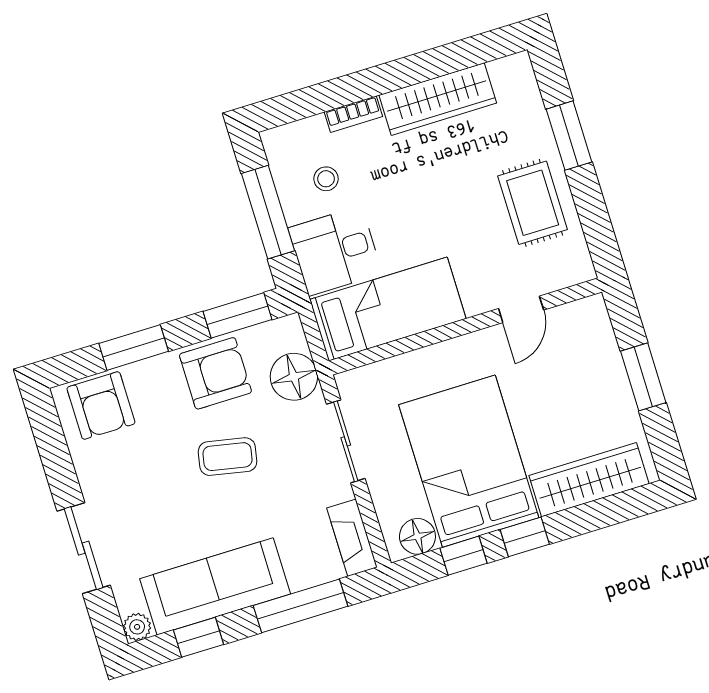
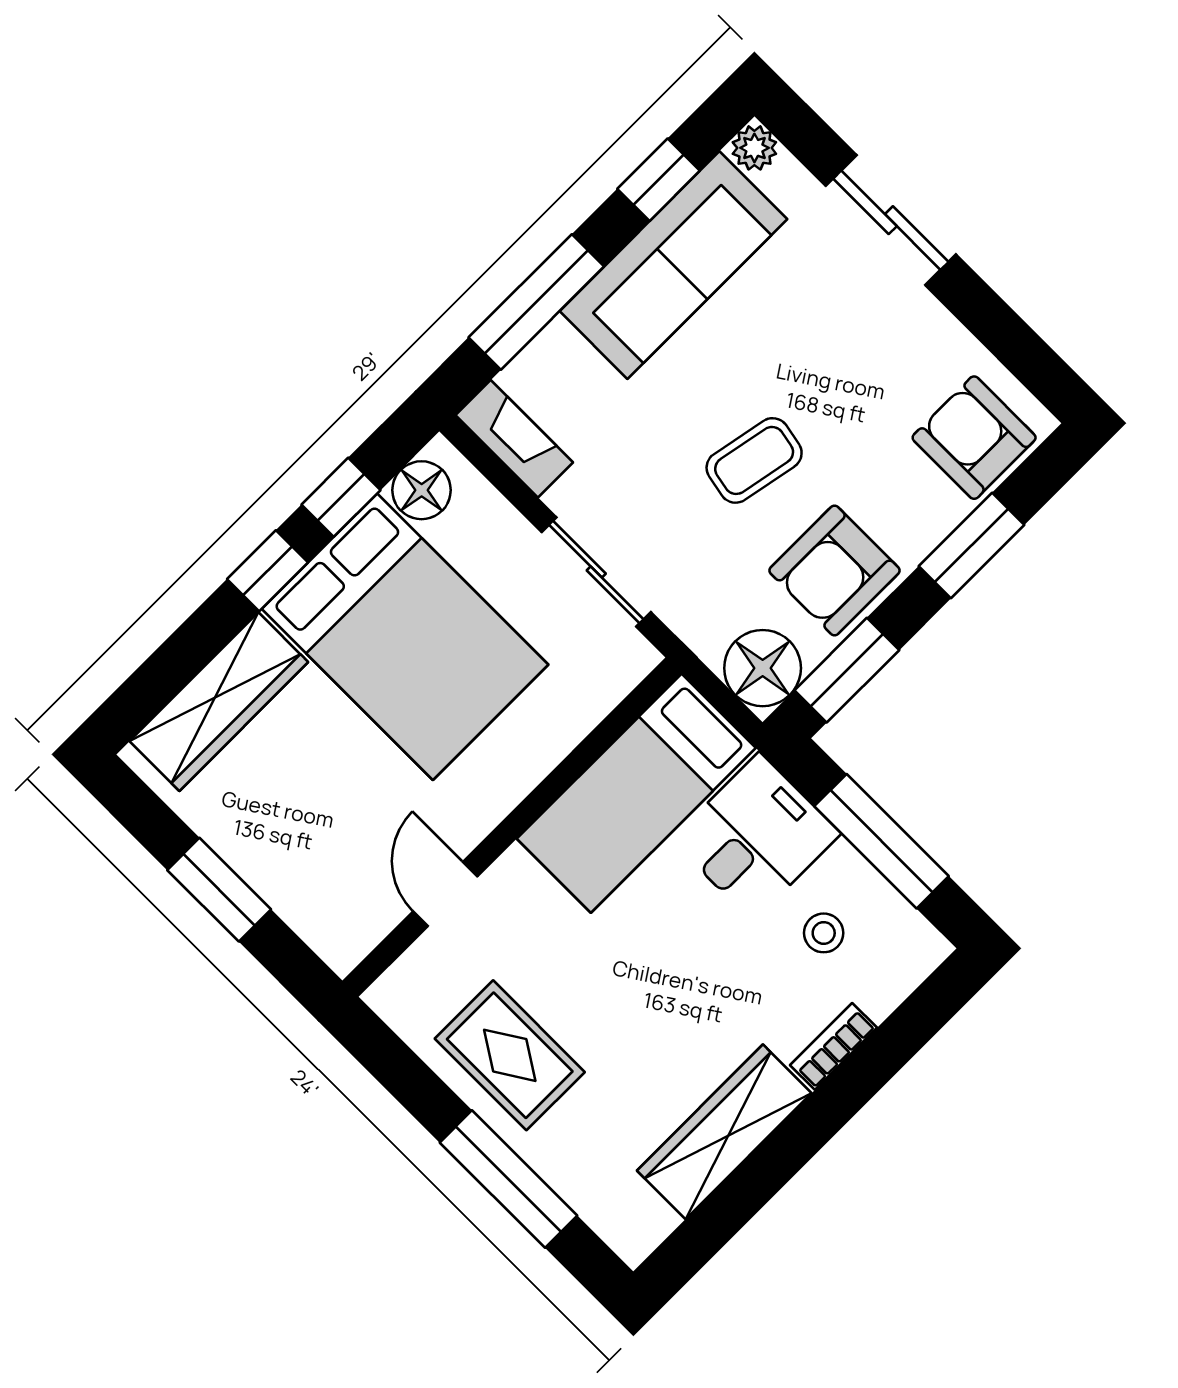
window: (569, 136) -> (508, 1179), width x1.44
floor lamp: (294, 377) -> (763, 668), moved

